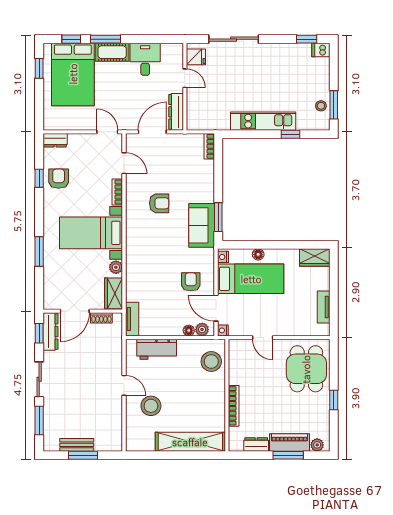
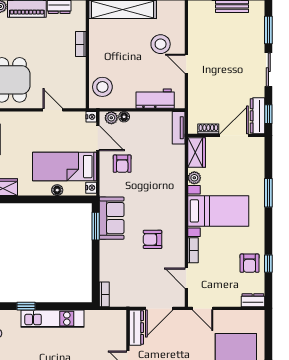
bookcase: (234, 406) -> (81, 44), width x0.64

